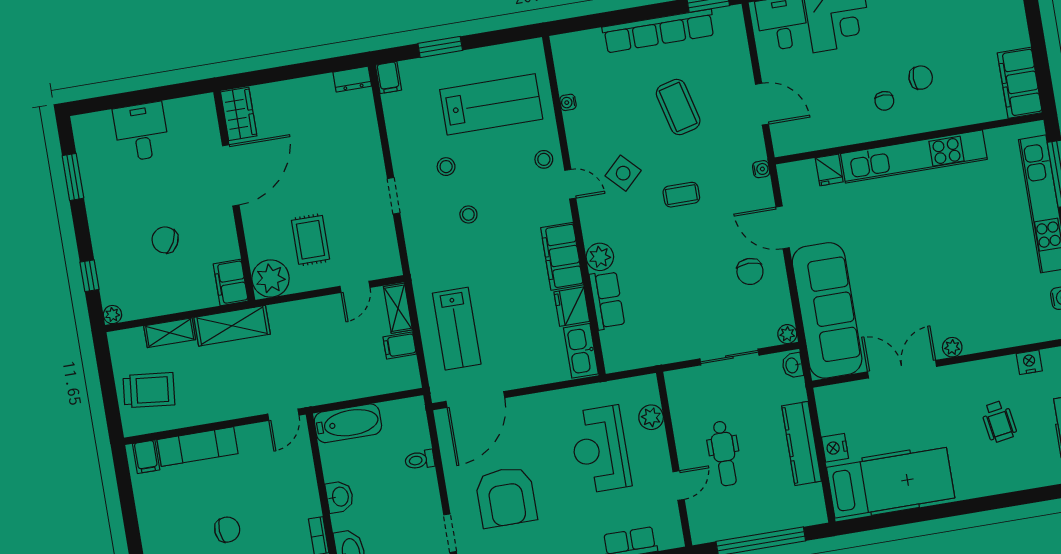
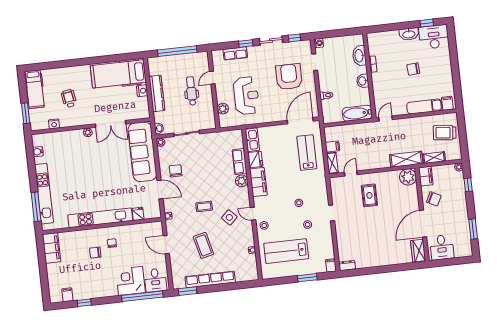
wardrobe: (239, 114) -> (418, 251), moved
door: (231, 175) -> (423, 224), moved
wall: (234, 196) -> (422, 214), moved
plant: (271, 278) -> (408, 177), moved
filing cabinet: (231, 282) -> (426, 176), moved

